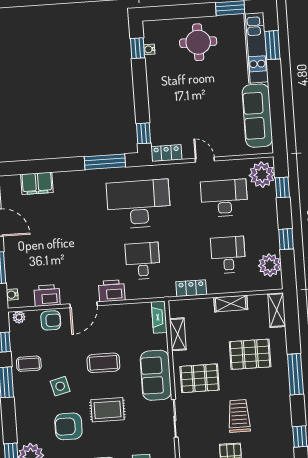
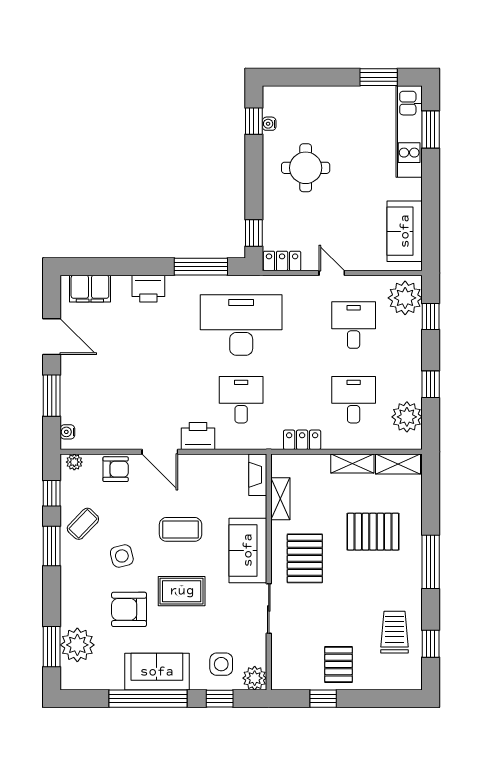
round table: (198, 42) -> (306, 168), moved
sofa: (257, 116) -> (405, 231), width x0.73
filing cabinet: (37, 183) -> (90, 289), moved
desk: (224, 198) -> (354, 325), width x0.73
printer: (47, 295) -> (148, 289), moved, turned 180
door: (83, 305) -> (160, 452), hinge flipped
shelving: (277, 310) -> (398, 464), moved, turned 90
coffee table: (29, 364) -> (83, 524), turned -46
pallet: (200, 378) -> (305, 558), turned 90
trolley: (239, 416) -> (395, 632), moved

